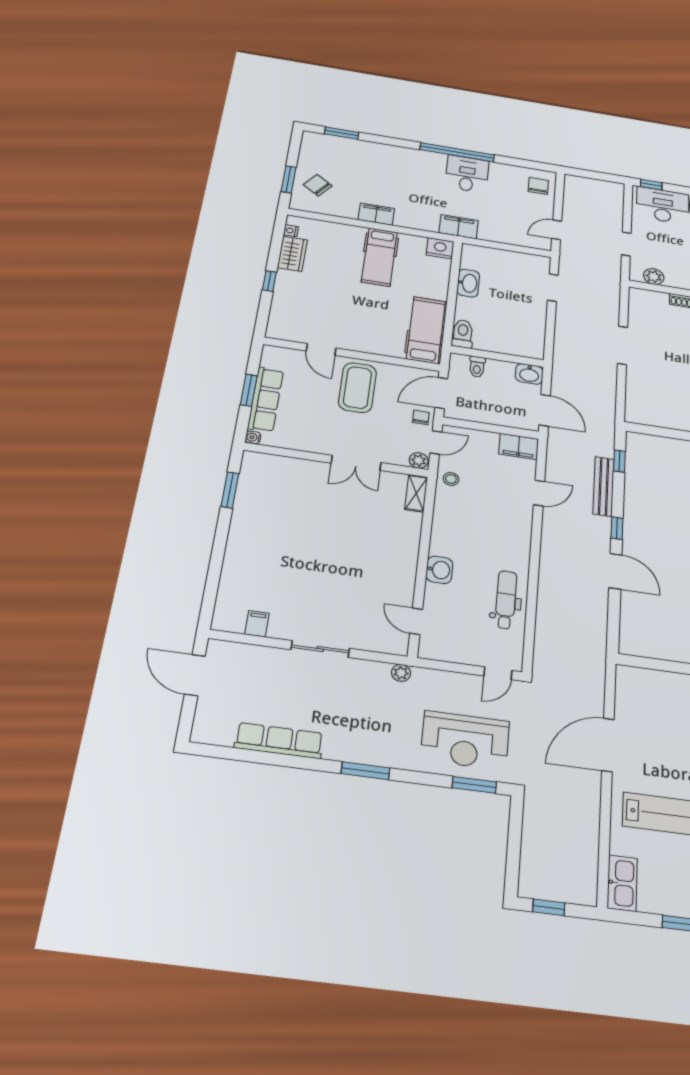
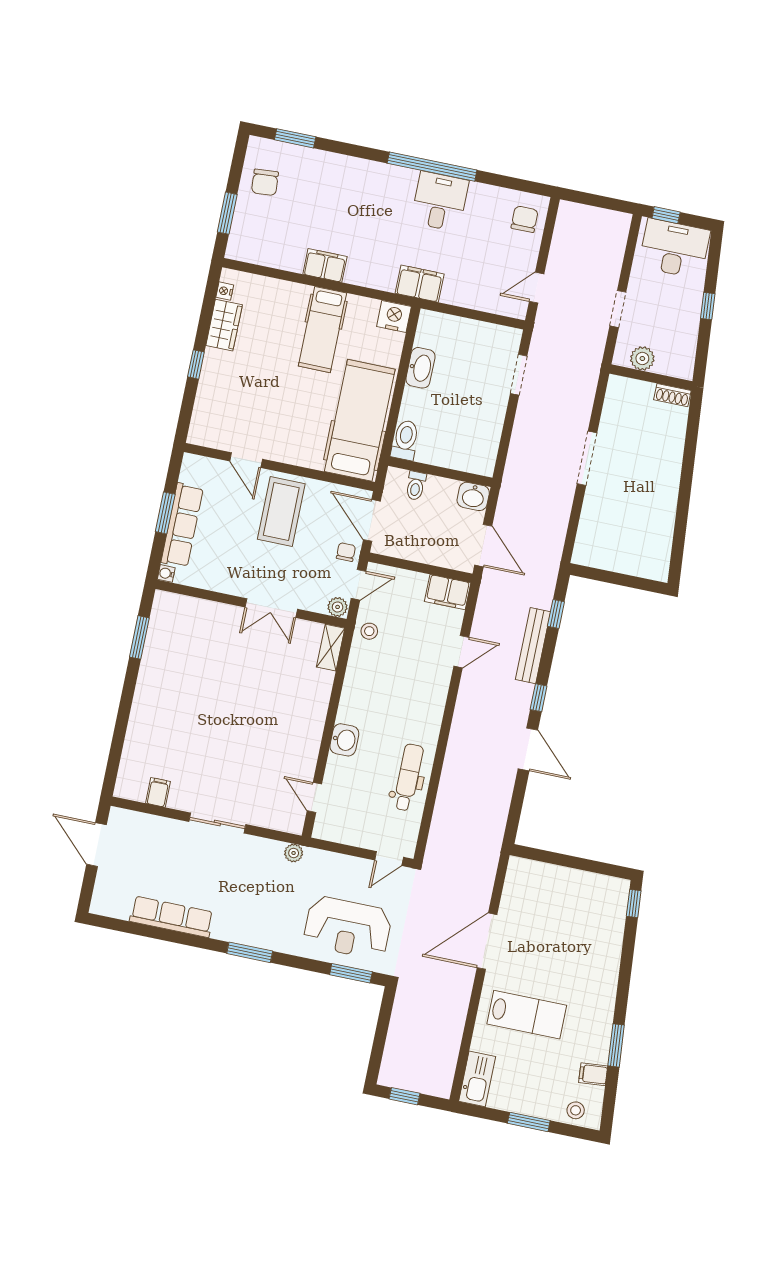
chair: (318, 185) -> (265, 182), moved, turned -130
hospital bed: (426, 330) -> (360, 420), width x1.37, depth x1.29
door: (441, 393) -> (372, 520), hinge flipped

